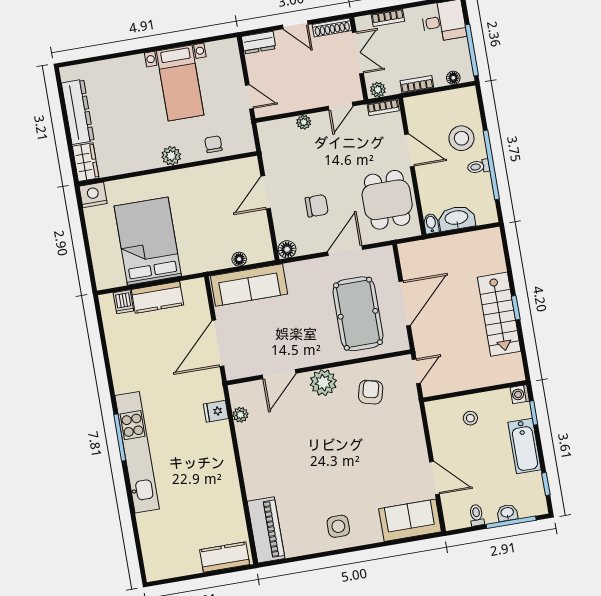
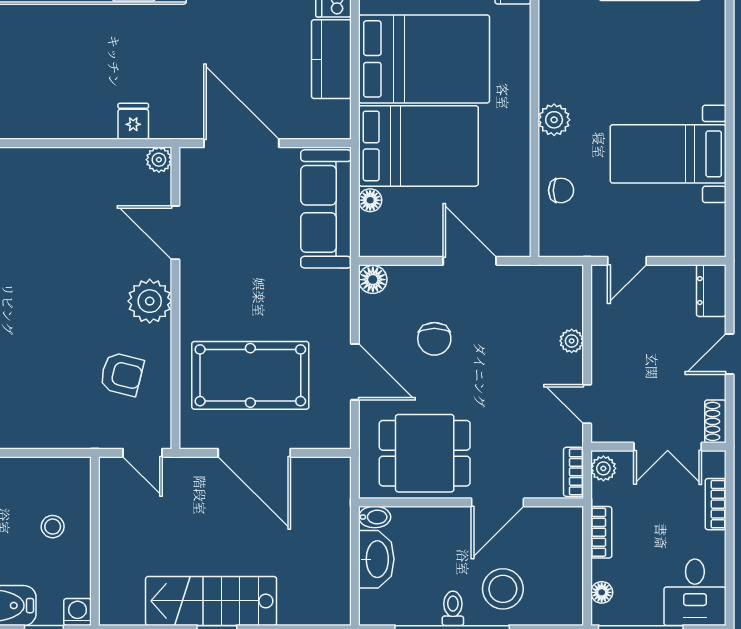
shoe rack: (332, 27) -> (715, 421), width x0.70
bed: (201, 235) -> (418, 146), added
plant: (240, 415) -> (159, 160), moved

